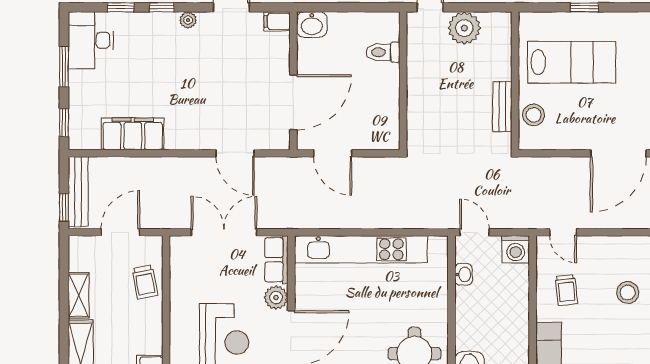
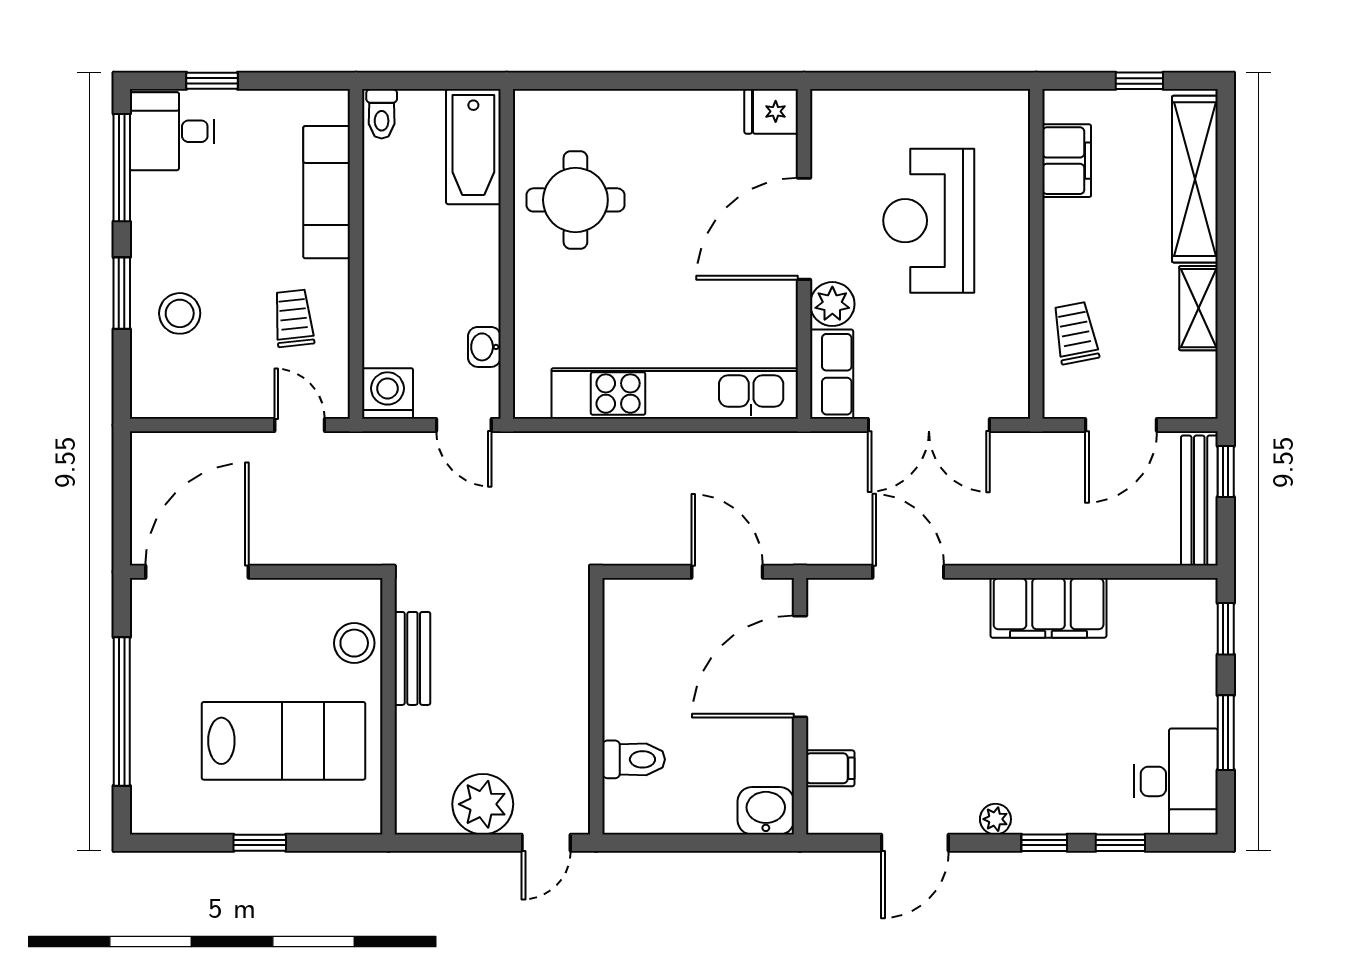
filing cabinet: (277, 21) -> (830, 768), moved
lab bench: (572, 62) -> (284, 741), turned 180
filing cabinet: (133, 134) -> (1049, 608), moved

